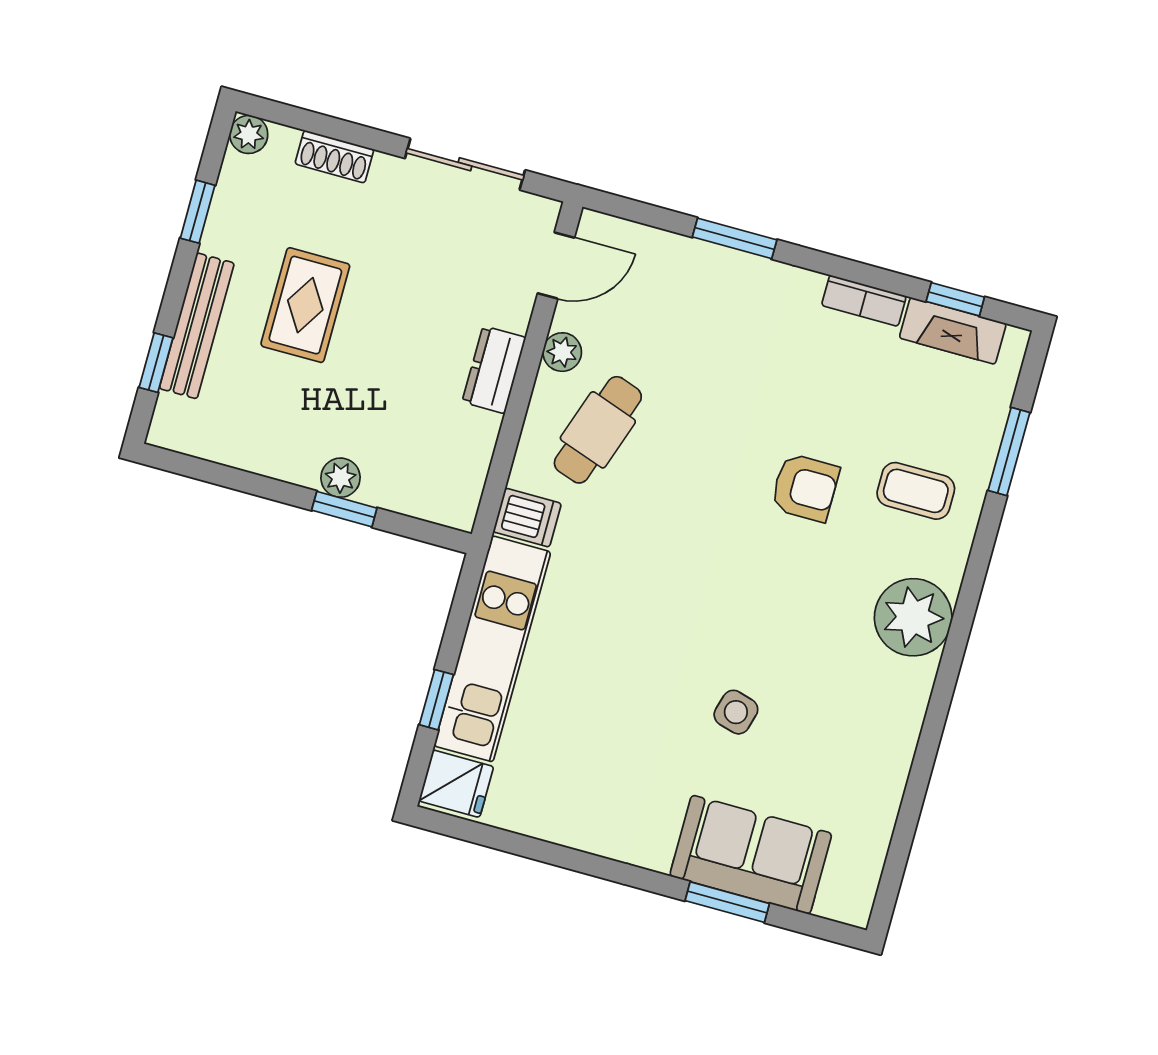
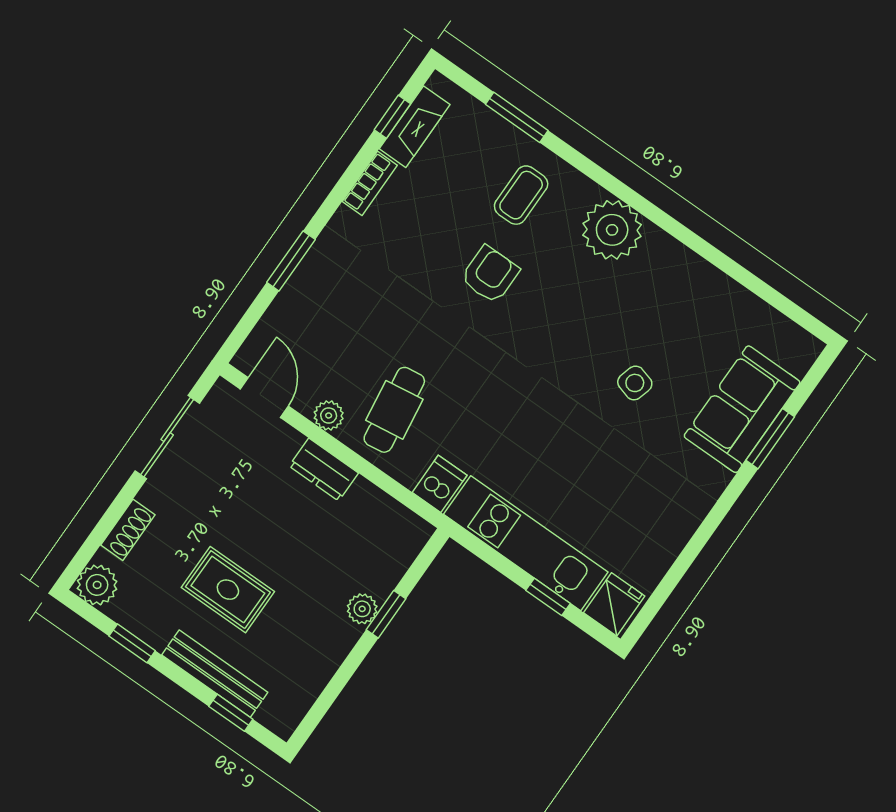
plant: (249, 134) -> (97, 585), width x1.38, depth x1.38
cafe table: (598, 430) -> (394, 410), turned 63

